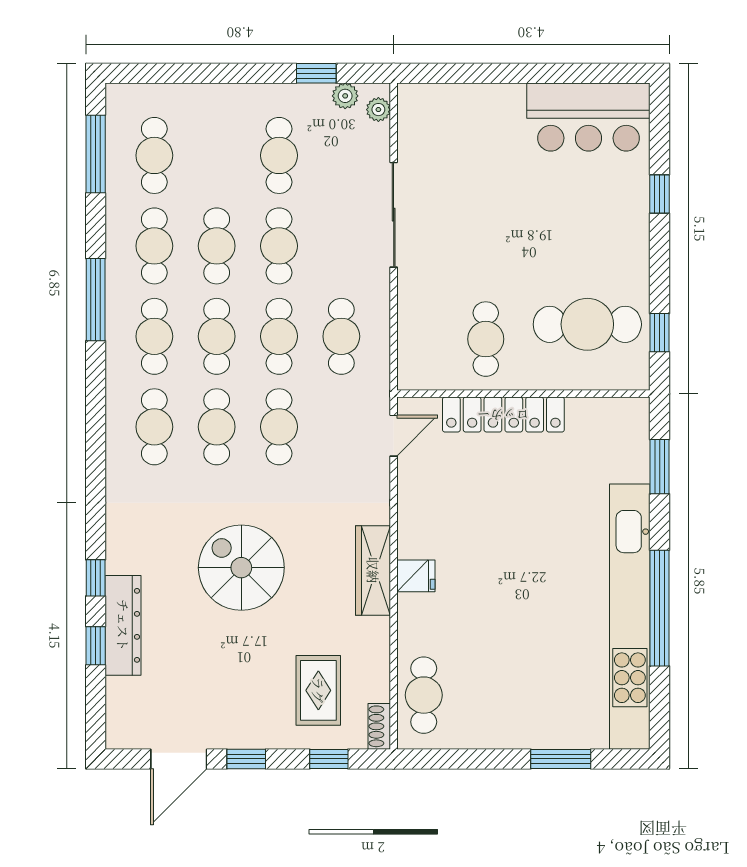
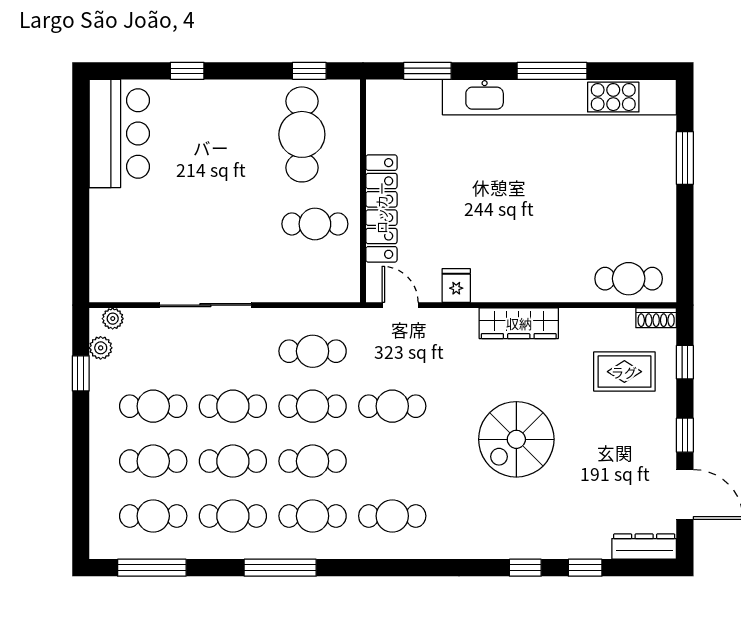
cafe table: (217, 427) -> (153, 461), moved
fridge: (416, 576) -> (456, 286), moved
window: (660, 608) -> (552, 71), width x0.68
dresser: (123, 625) -> (644, 547), moved, width x0.73, depth x0.80

